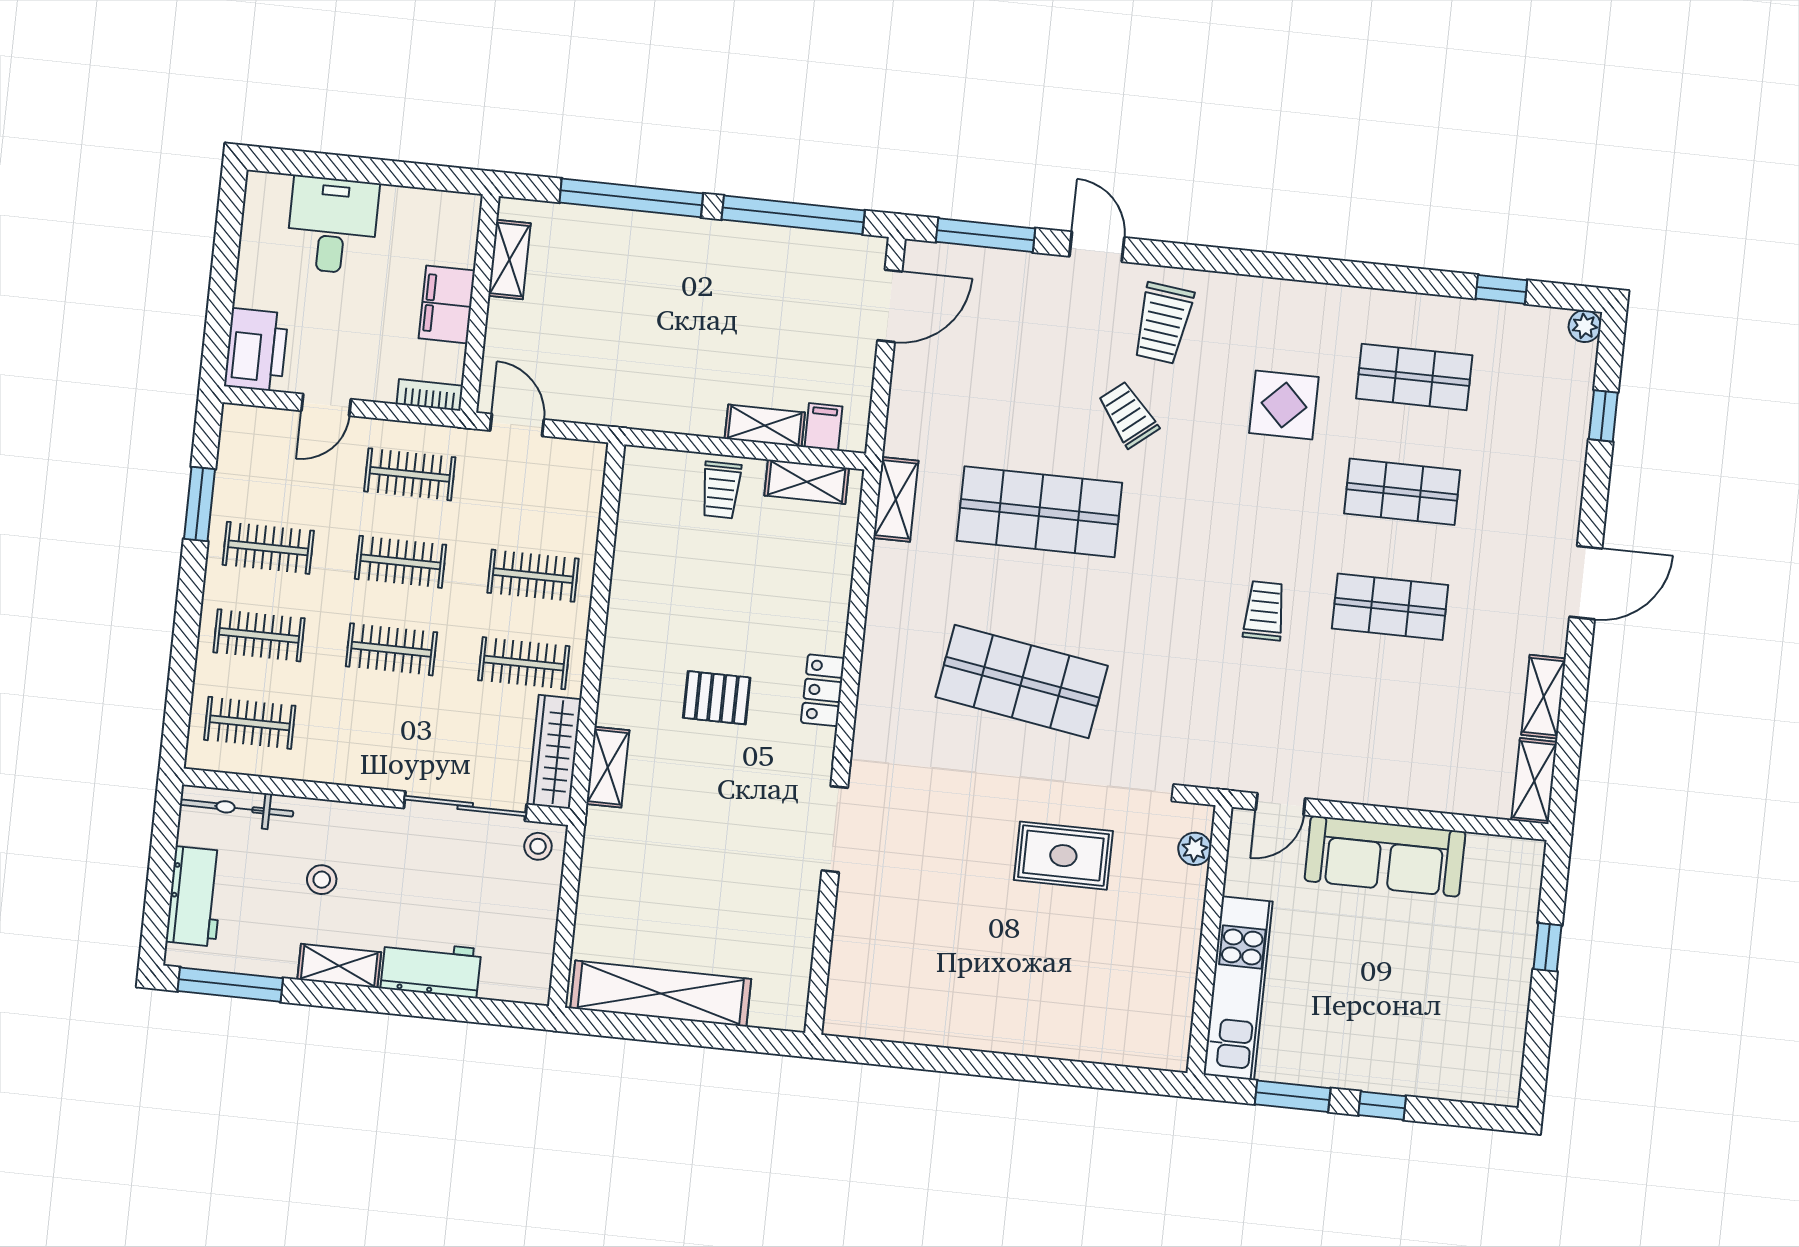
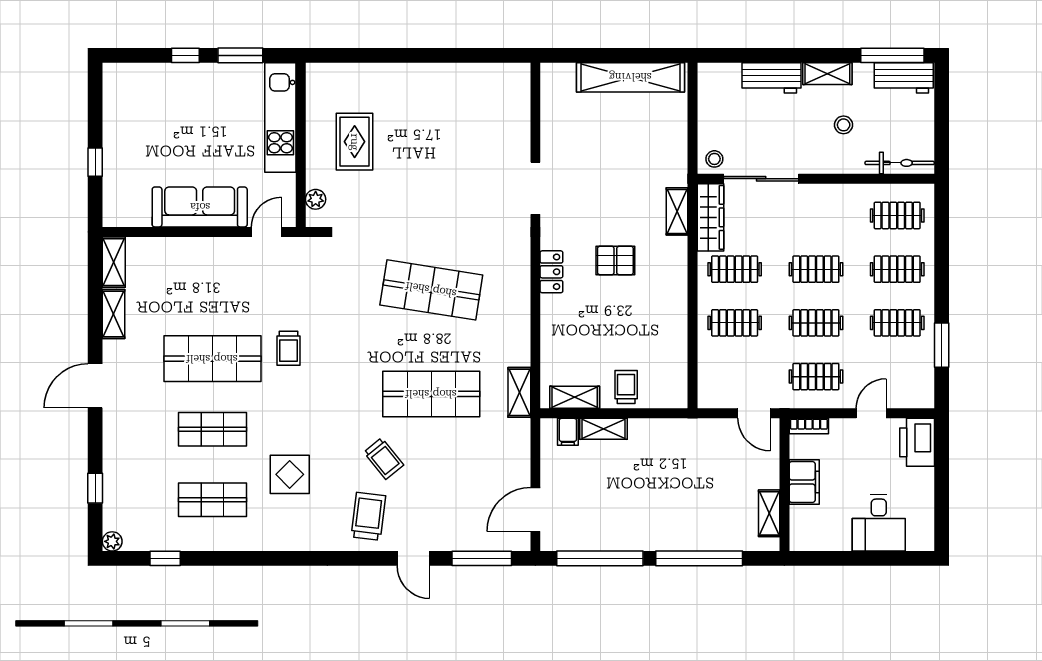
shop shelf: (1390, 607) -> (212, 359), width x1.43, depth x1.36
rug: (1063, 856) -> (355, 142), moved, turned 90
workbench: (195, 896) -> (904, 78), moved, turned -90

